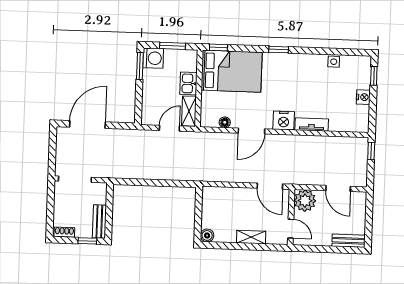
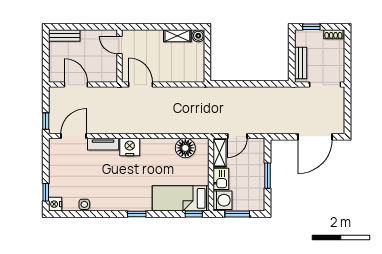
washing machine: (153, 58) -> (223, 200), moved, turned 180
window: (140, 66) -> (267, 176), moved
bed: (232, 71) -> (181, 198), width x0.67
nightstand: (363, 97) -> (55, 204), moved
floor lamp: (225, 122) -> (185, 148), width x1.89, depth x1.89
door: (251, 131) -> (73, 136), moved
plant: (305, 201) -> (107, 72), removed
bench: (99, 222) -> (301, 63), moved
shelving: (251, 237) -> (177, 36), moved

